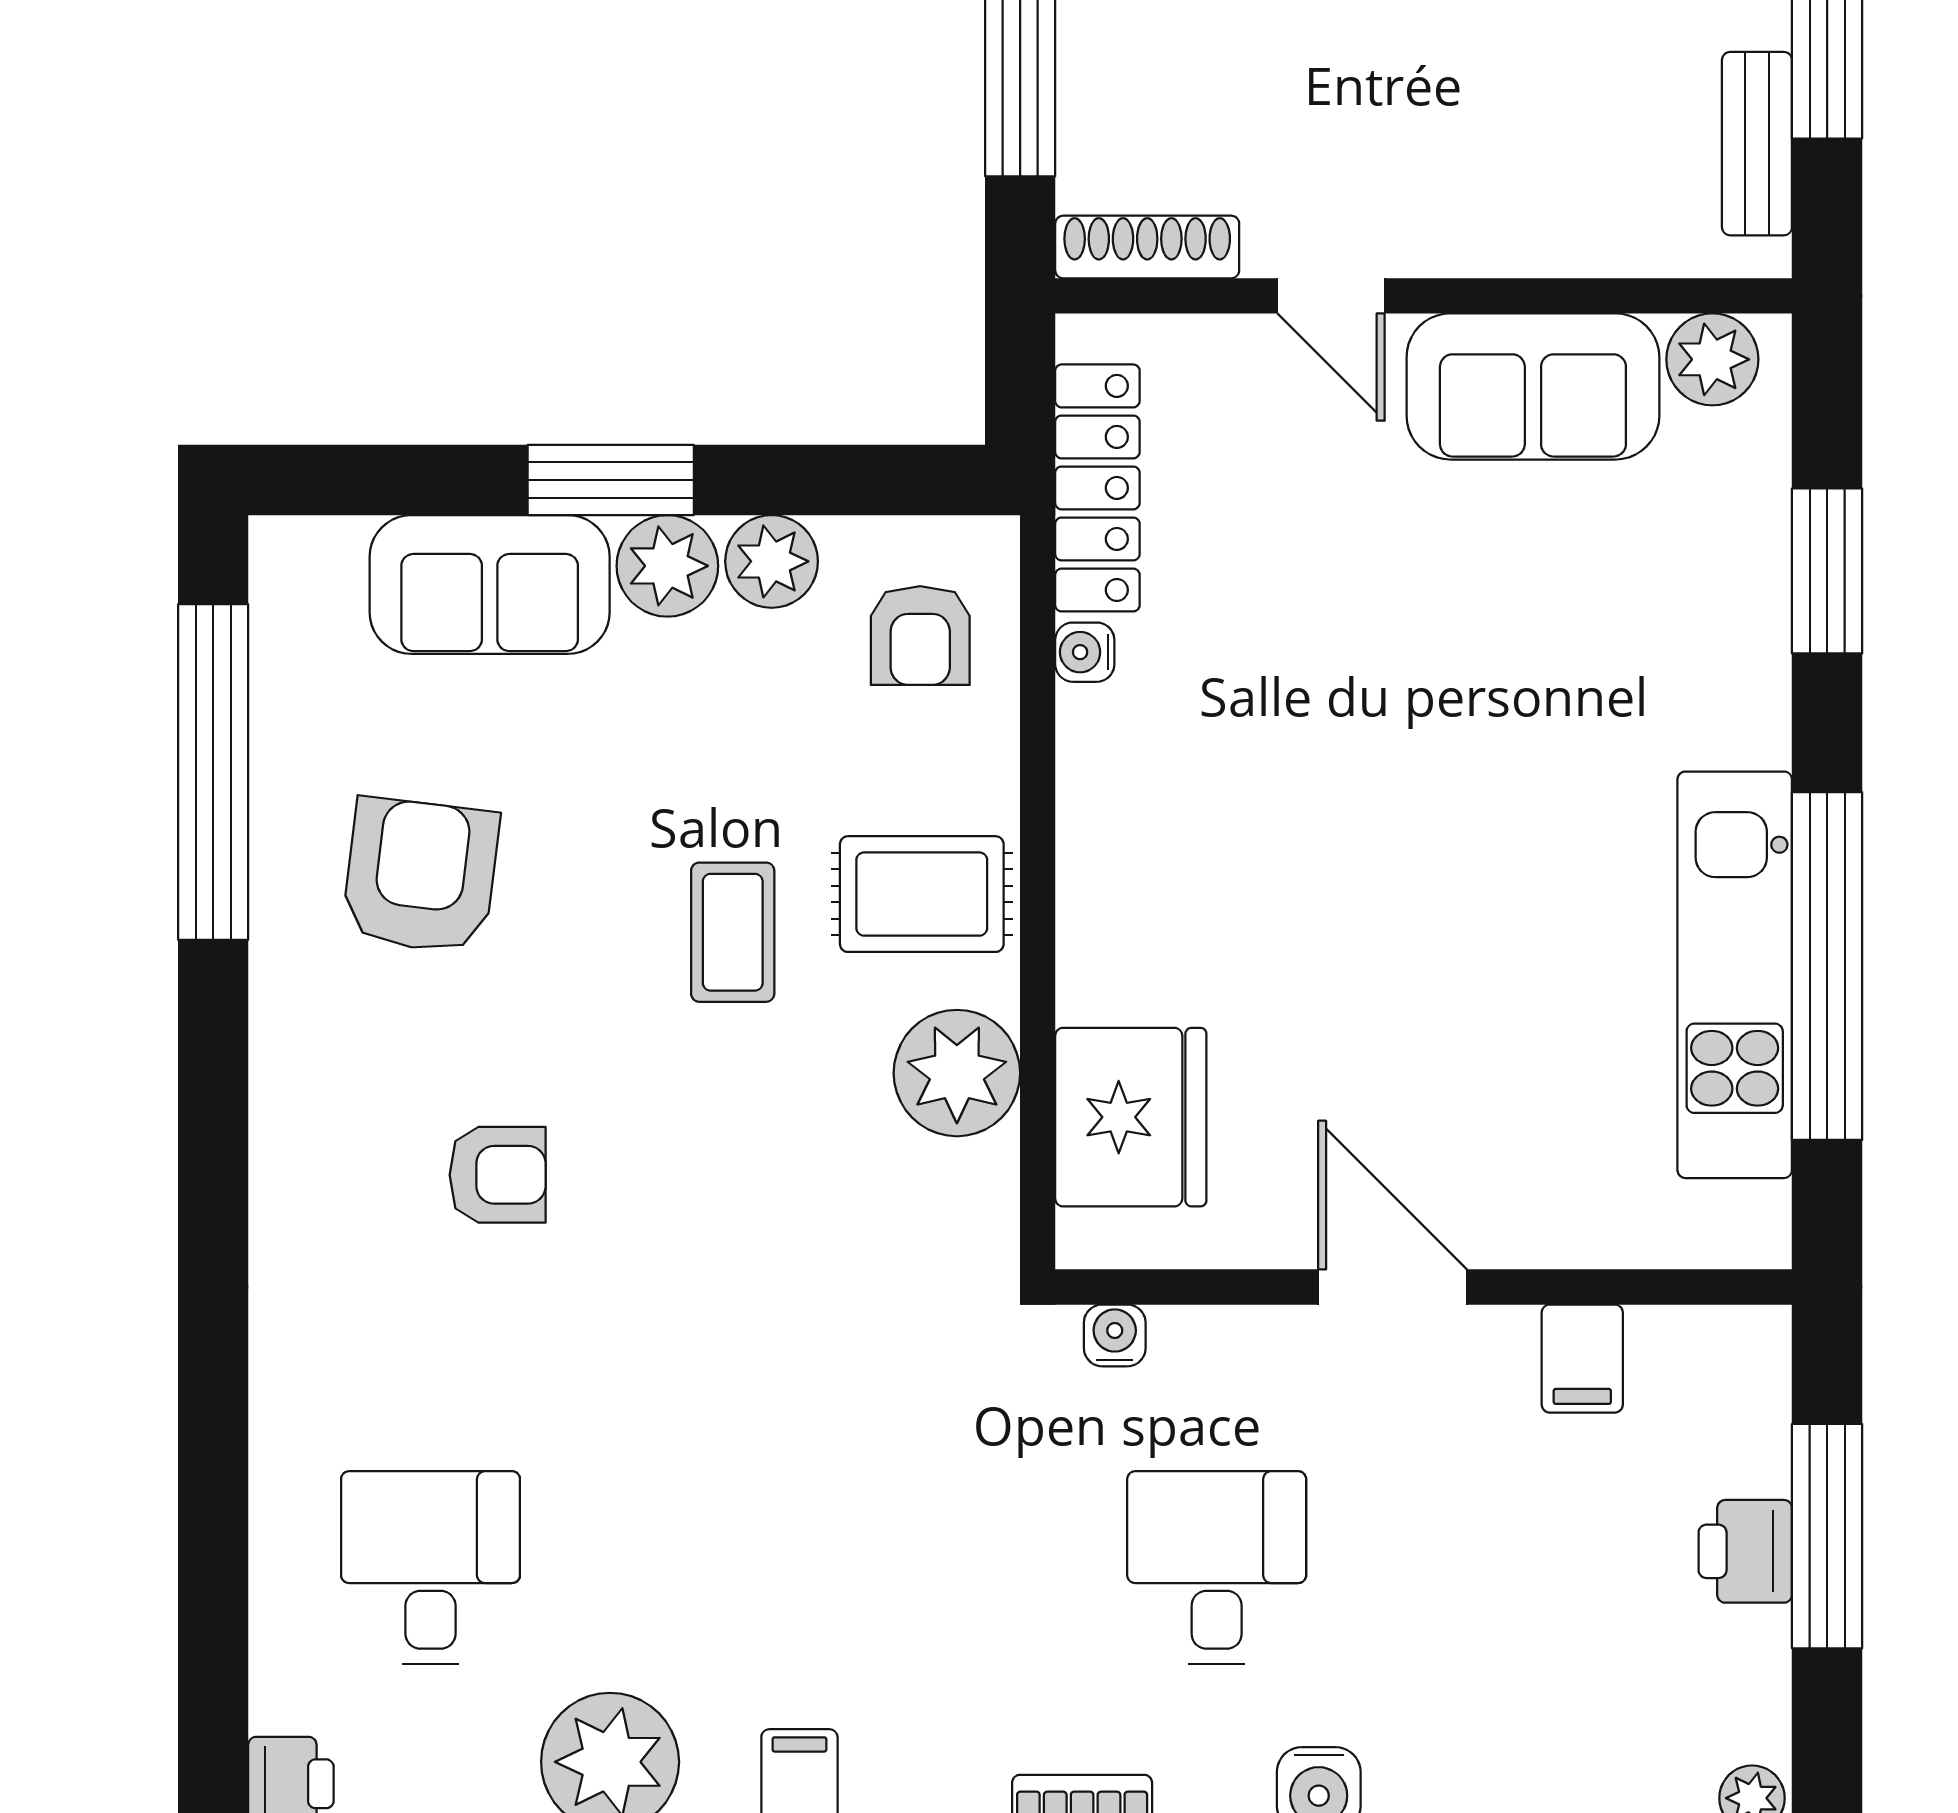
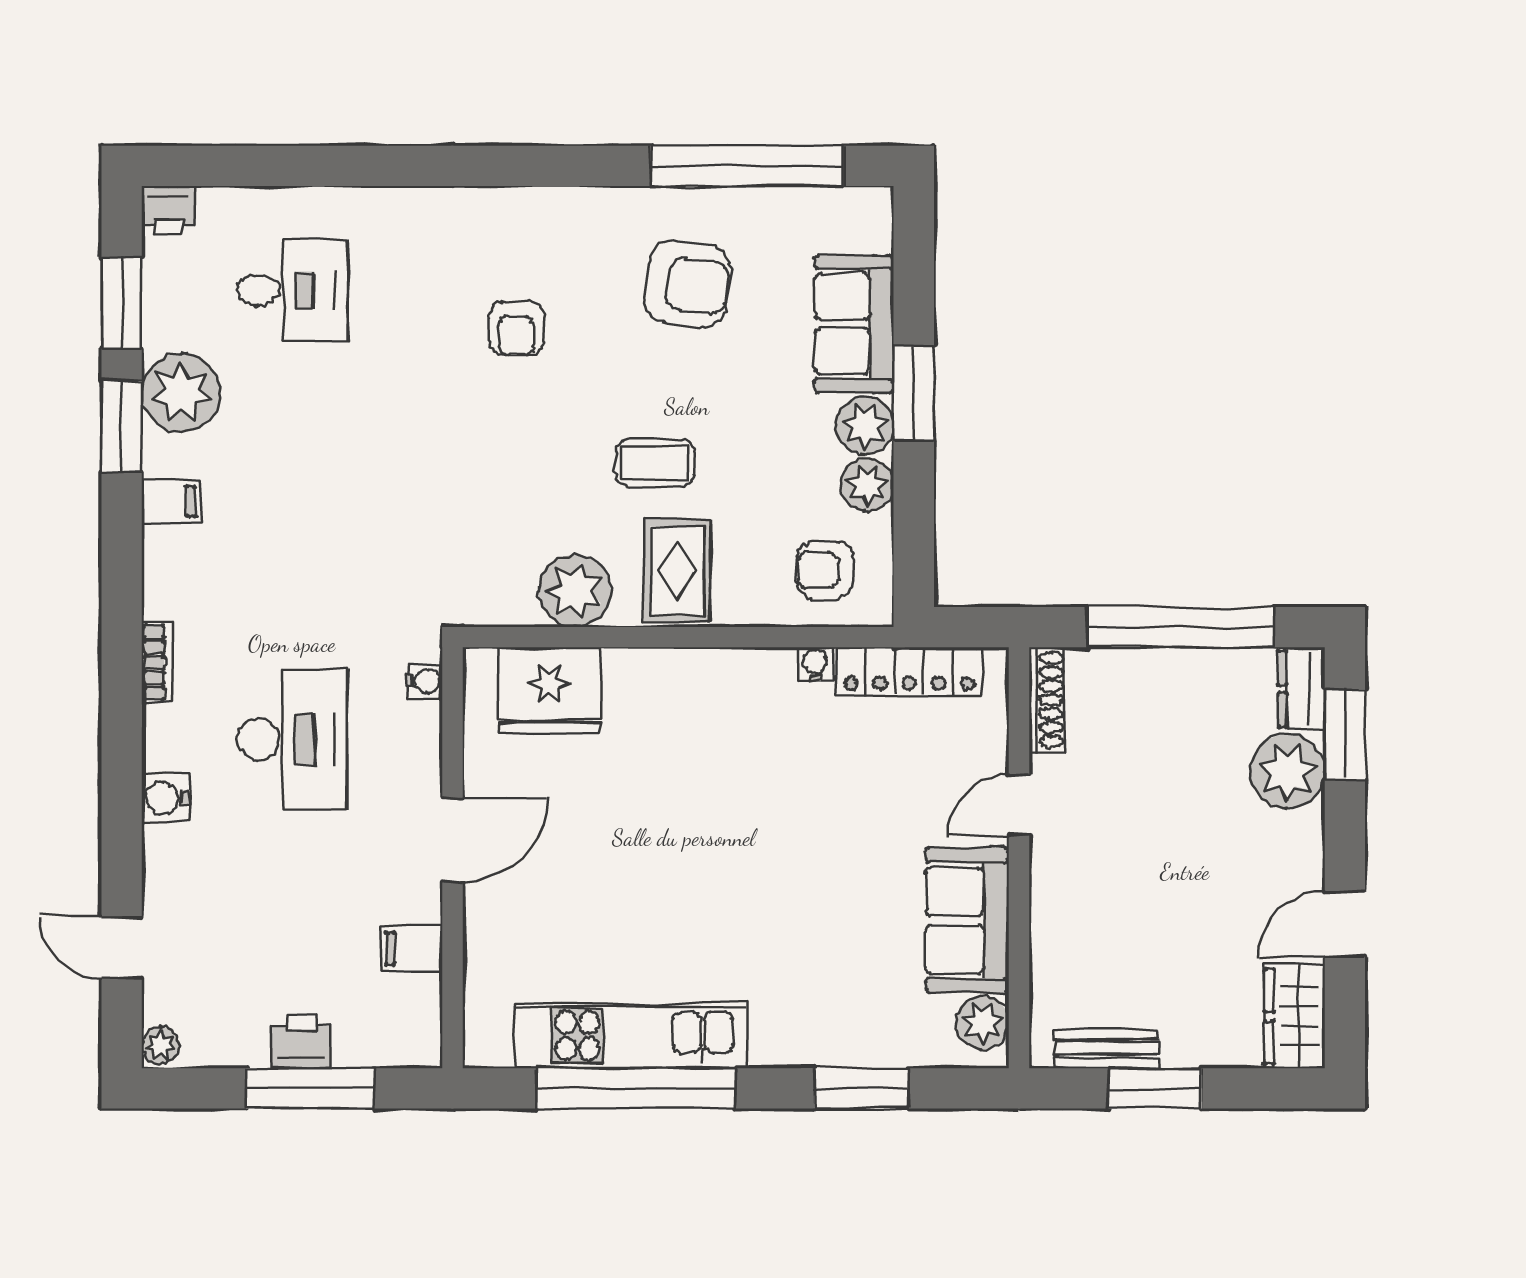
desk: (1217, 1568) -> (292, 739), width x1.37

